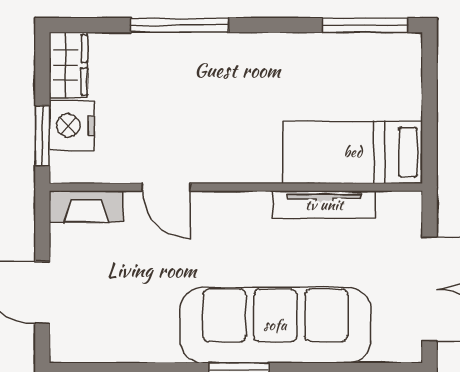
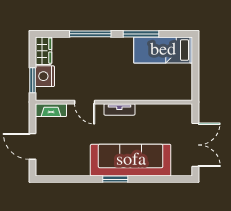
window: (365, 25) -> (141, 34), moved
bed: (353, 152) -> (163, 50), moved
tv unit: (324, 205) -> (119, 109), moved, width x0.71

